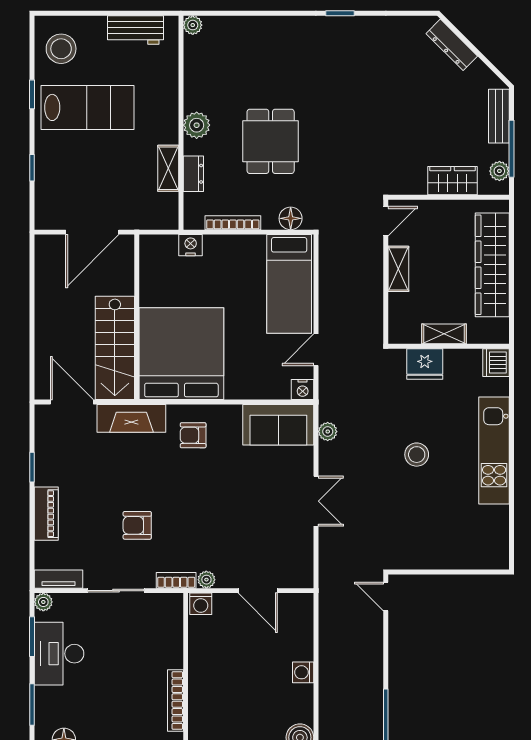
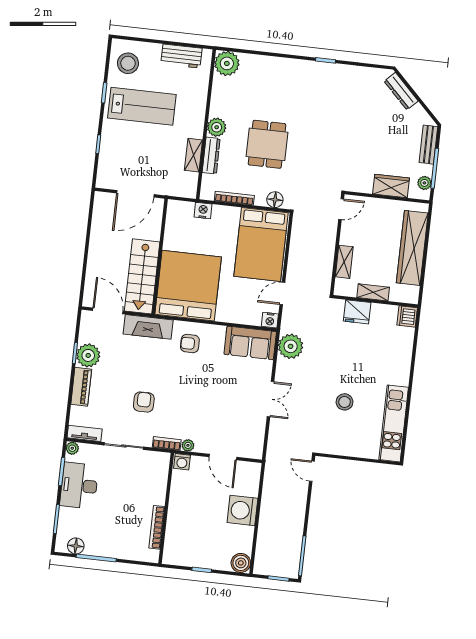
plant: (193, 25) -> (227, 63), width x1.88, depth x1.88
dresser: (193, 174) -> (211, 155), width x1.44
shelving: (398, 269) -> (344, 262), moved
bed: (289, 284) -> (261, 244), width x1.50
plant: (328, 432) -> (291, 346), width x1.87, depth x1.87
kitchen unit: (494, 451) -> (394, 423), moved
stool: (417, 455) -> (345, 402), moved
plant: (51, 468) -> (88, 355), added
armchair: (137, 525) -> (144, 402), turned 90
washing machine: (303, 672) -> (242, 510), width x1.89, depth x1.89

